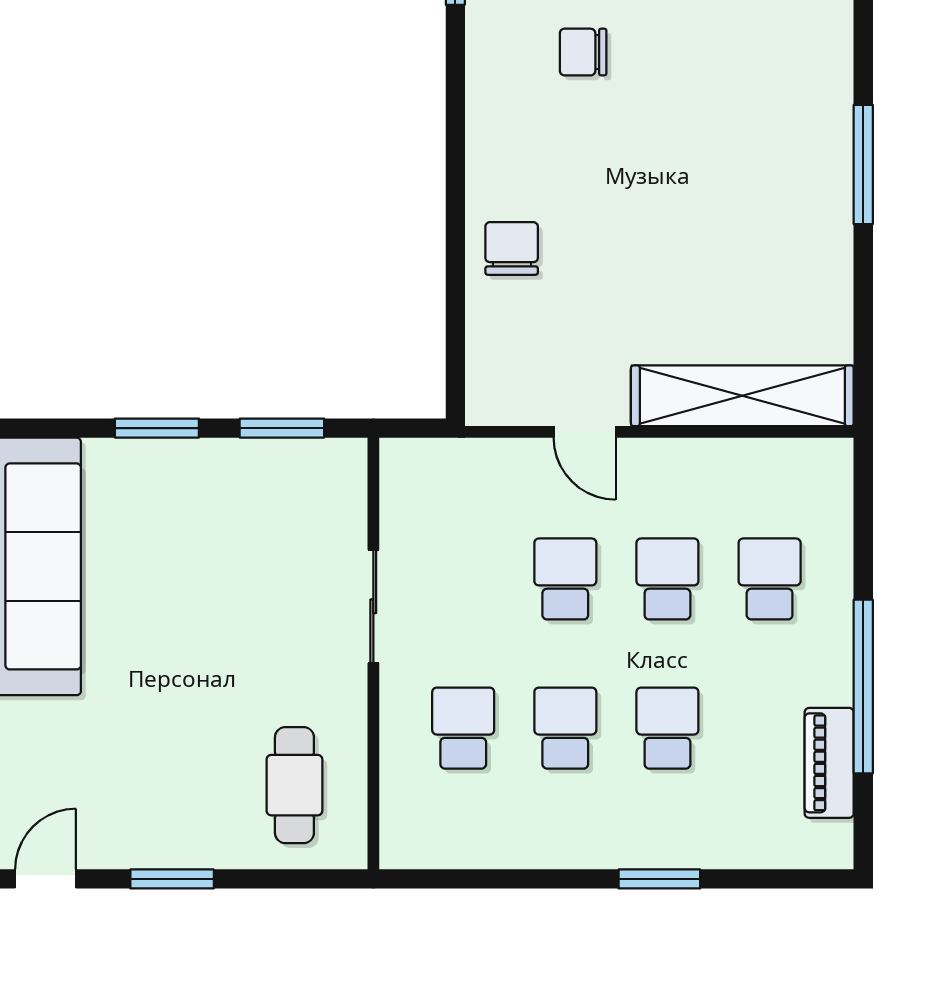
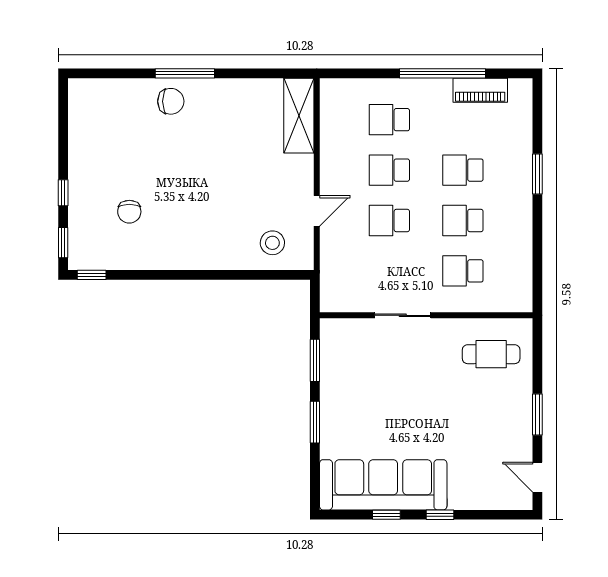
chair: (512, 248) -> (171, 101), moved, turned 180
stool: (520, 342) -> (272, 243), added
shelving: (742, 396) -> (299, 116), width x0.68

